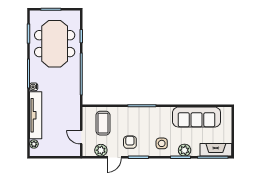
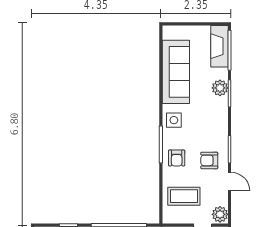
armchair: (132, 118) -> (177, 158), added
side table: (162, 143) -> (174, 120), moved
plant: (101, 150) -> (220, 214), moved

